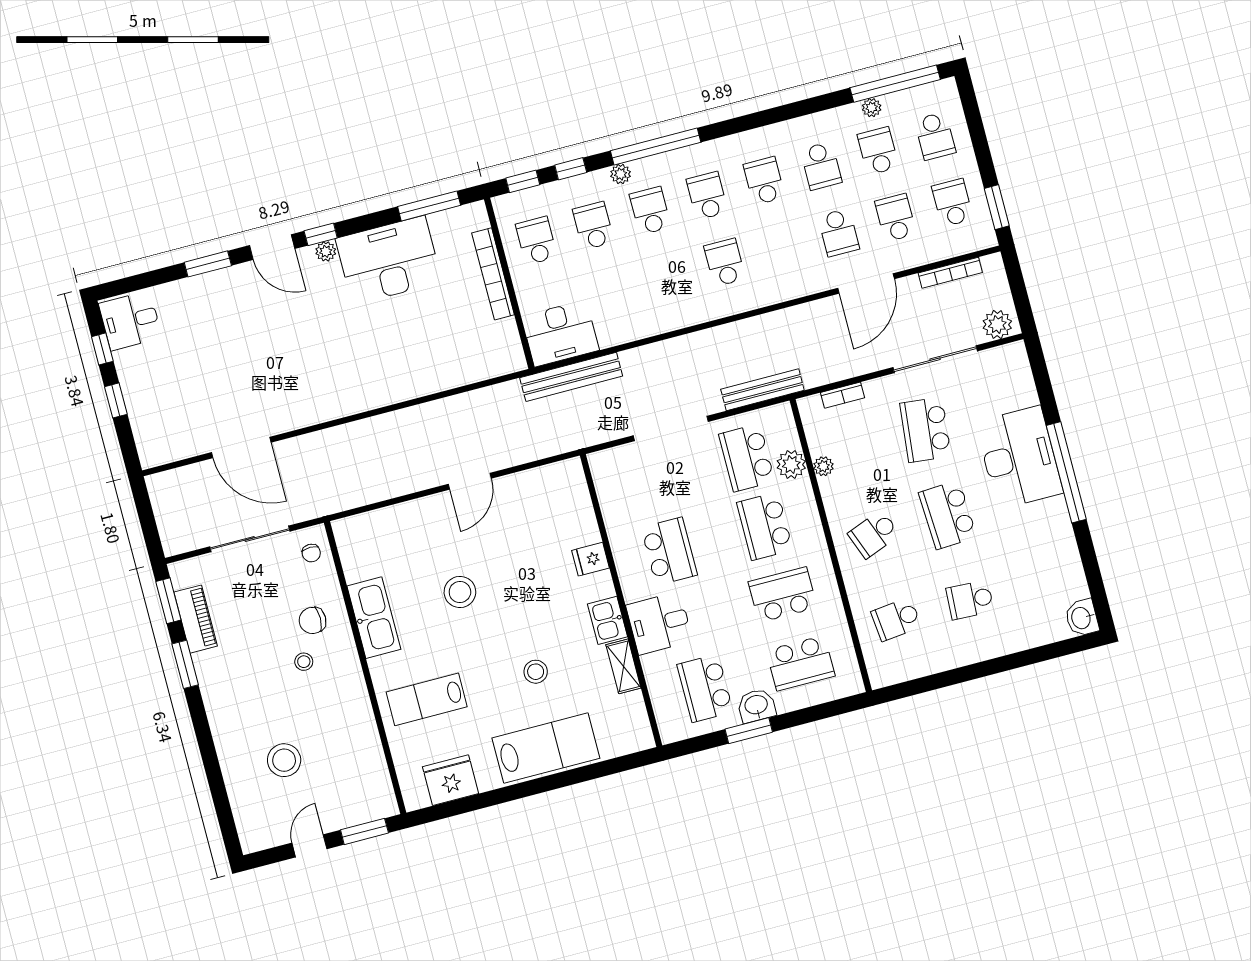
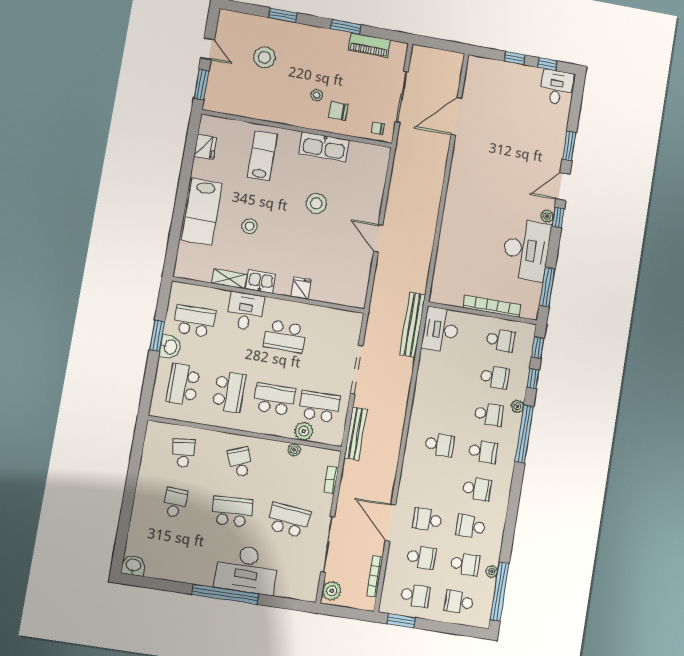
window: (168, 601) -> (283, 15), moved
chair: (313, 620) -> (338, 111), turned -90
fridge: (451, 780) -> (205, 147), width x0.73, depth x0.75

